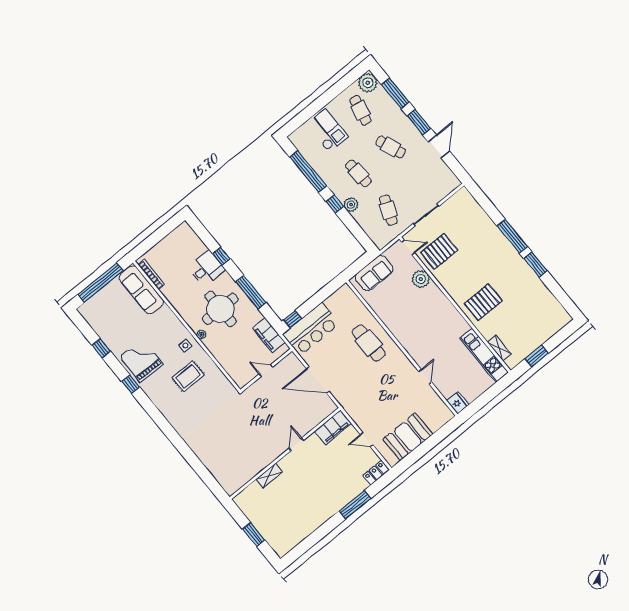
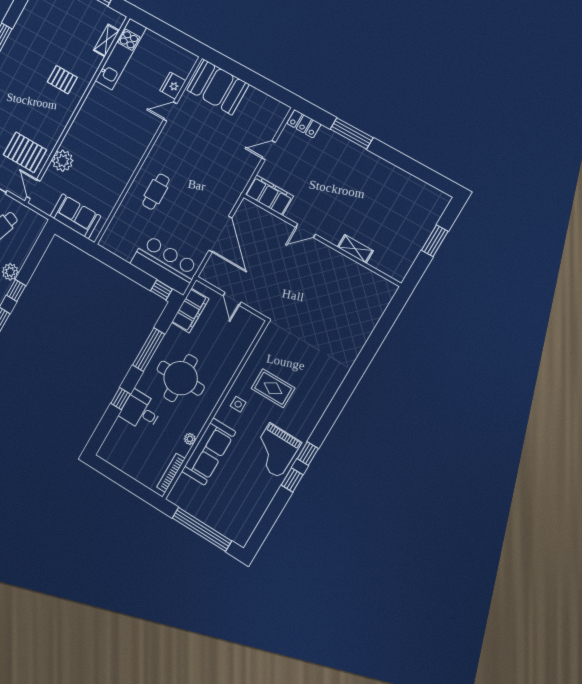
sofa: (141, 290) -> (209, 452), moved
pallet: (483, 302) -> (62, 80), width x0.67, depth x0.71
plant: (201, 335) -> (190, 439), moved
cafe table: (369, 343) -> (156, 192), width x0.73, depth x0.74
window: (101, 348) -> (292, 480), moved
fridge: (458, 403) -> (173, 86), moved
booth: (408, 437) -> (218, 87), moved
door: (367, 440) -> (269, 150), swing flipped

